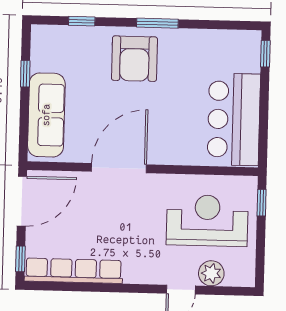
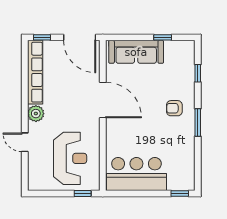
armchair: (134, 59) -> (174, 108), width x0.53, depth x0.53
plant: (211, 273) -> (36, 114), moved

